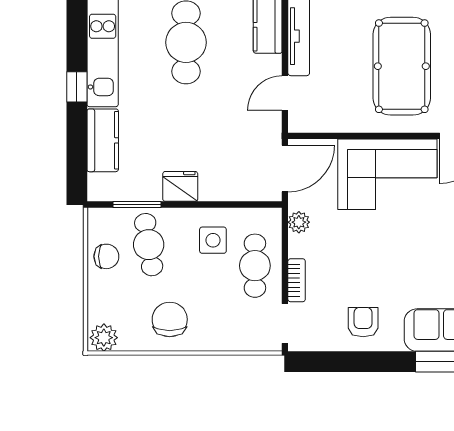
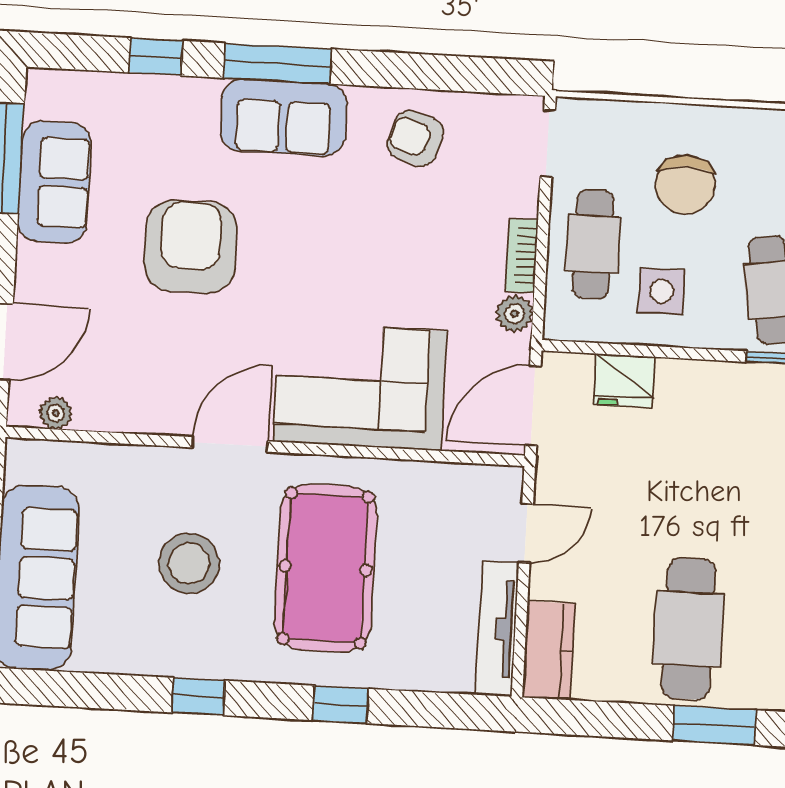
fridge: (180, 186) -> (624, 381), moved
bookcase: (297, 280) -> (522, 255), moved
chair: (170, 319) -> (686, 185), moved
armchair: (363, 322) -> (415, 138), turned 107

